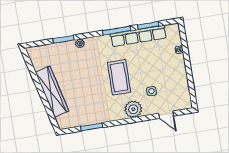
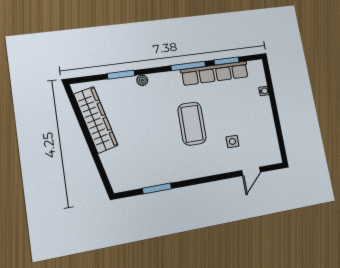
wardrobe: (52, 92) -> (96, 120), moved
plant: (133, 109) -> (210, 164), removed
door: (166, 115) -> (251, 171), hinge flipped

